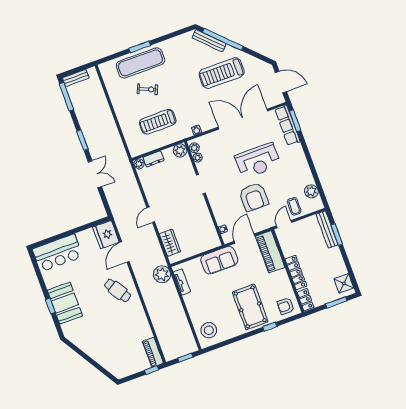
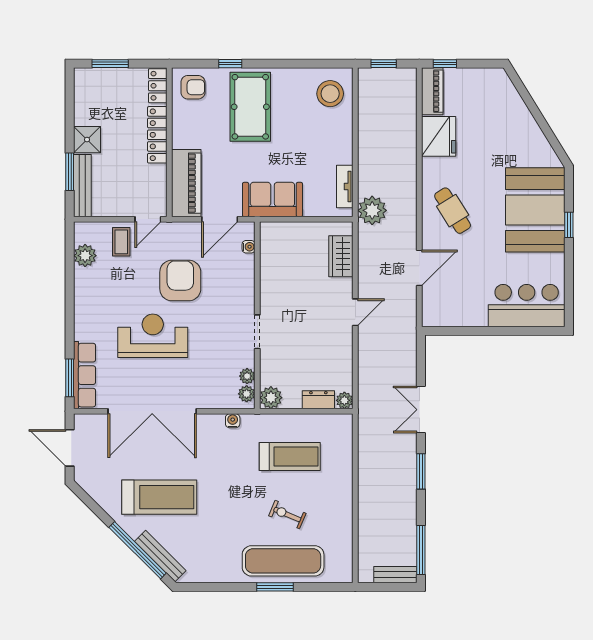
fridge: (106, 235) -> (439, 136), moved
shower: (344, 283) -> (87, 140), moved
booth: (65, 303) -> (535, 210), width x1.36, depth x1.42

